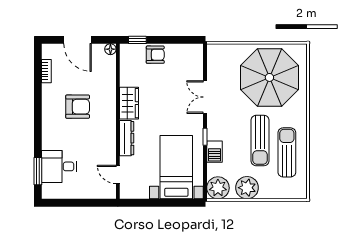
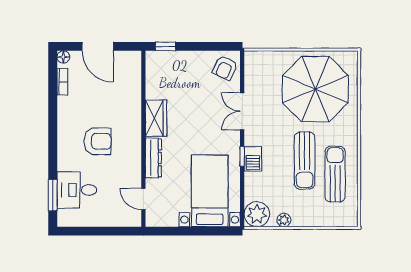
floor lamp: (110, 49) -> (63, 57), moved
armchair: (155, 55) -> (225, 68), moved, turned 115
armchair: (78, 107) -> (98, 141), moved
barbecue: (214, 152) -> (253, 159), moved
plant: (247, 188) -> (284, 220), width x0.53, depth x0.53

